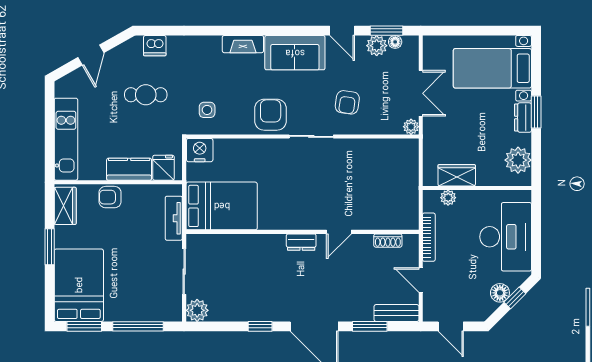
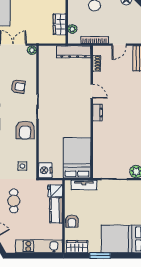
armchair: (271, 115) -> (25, 130), turned -90
dresser: (408, 200) -> (74, 52), added

